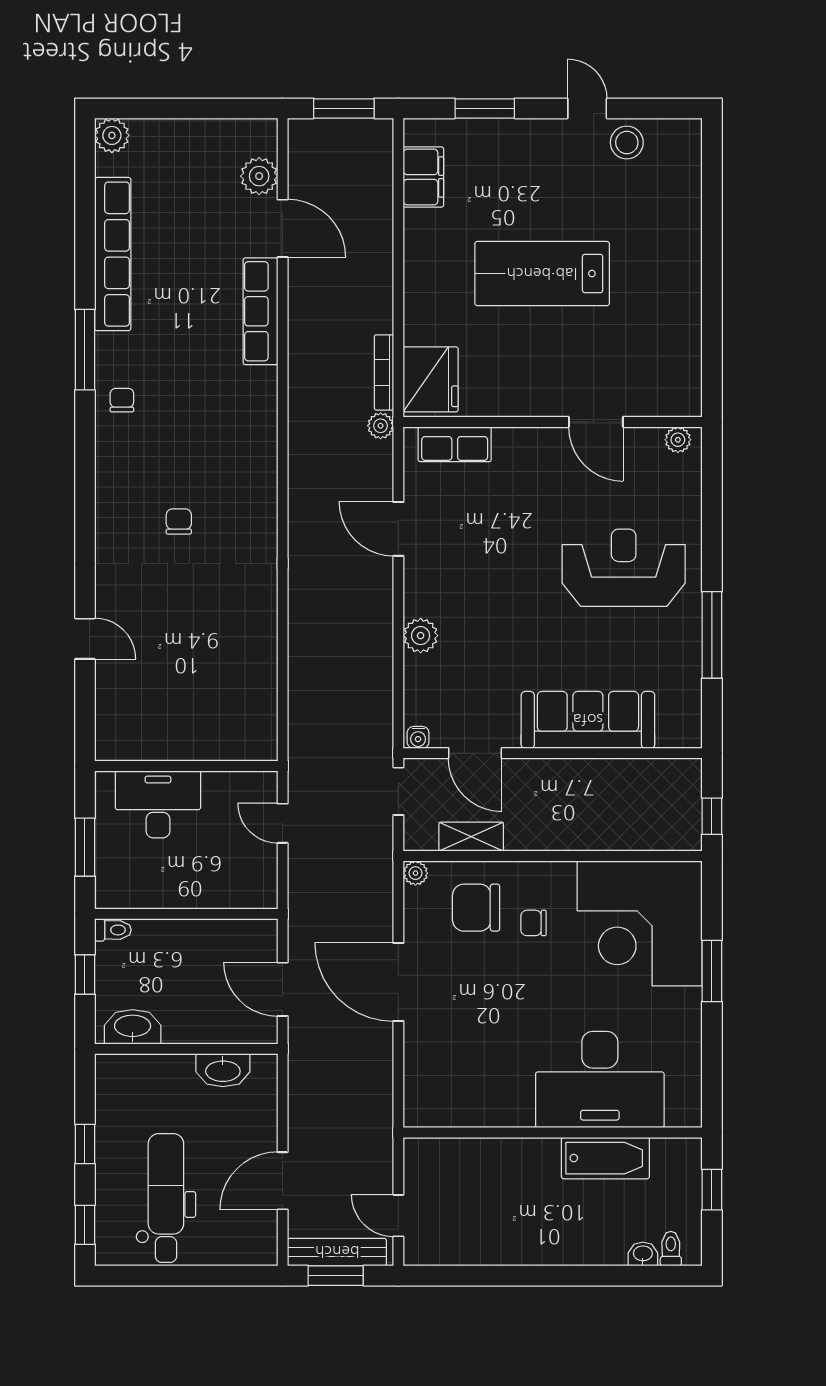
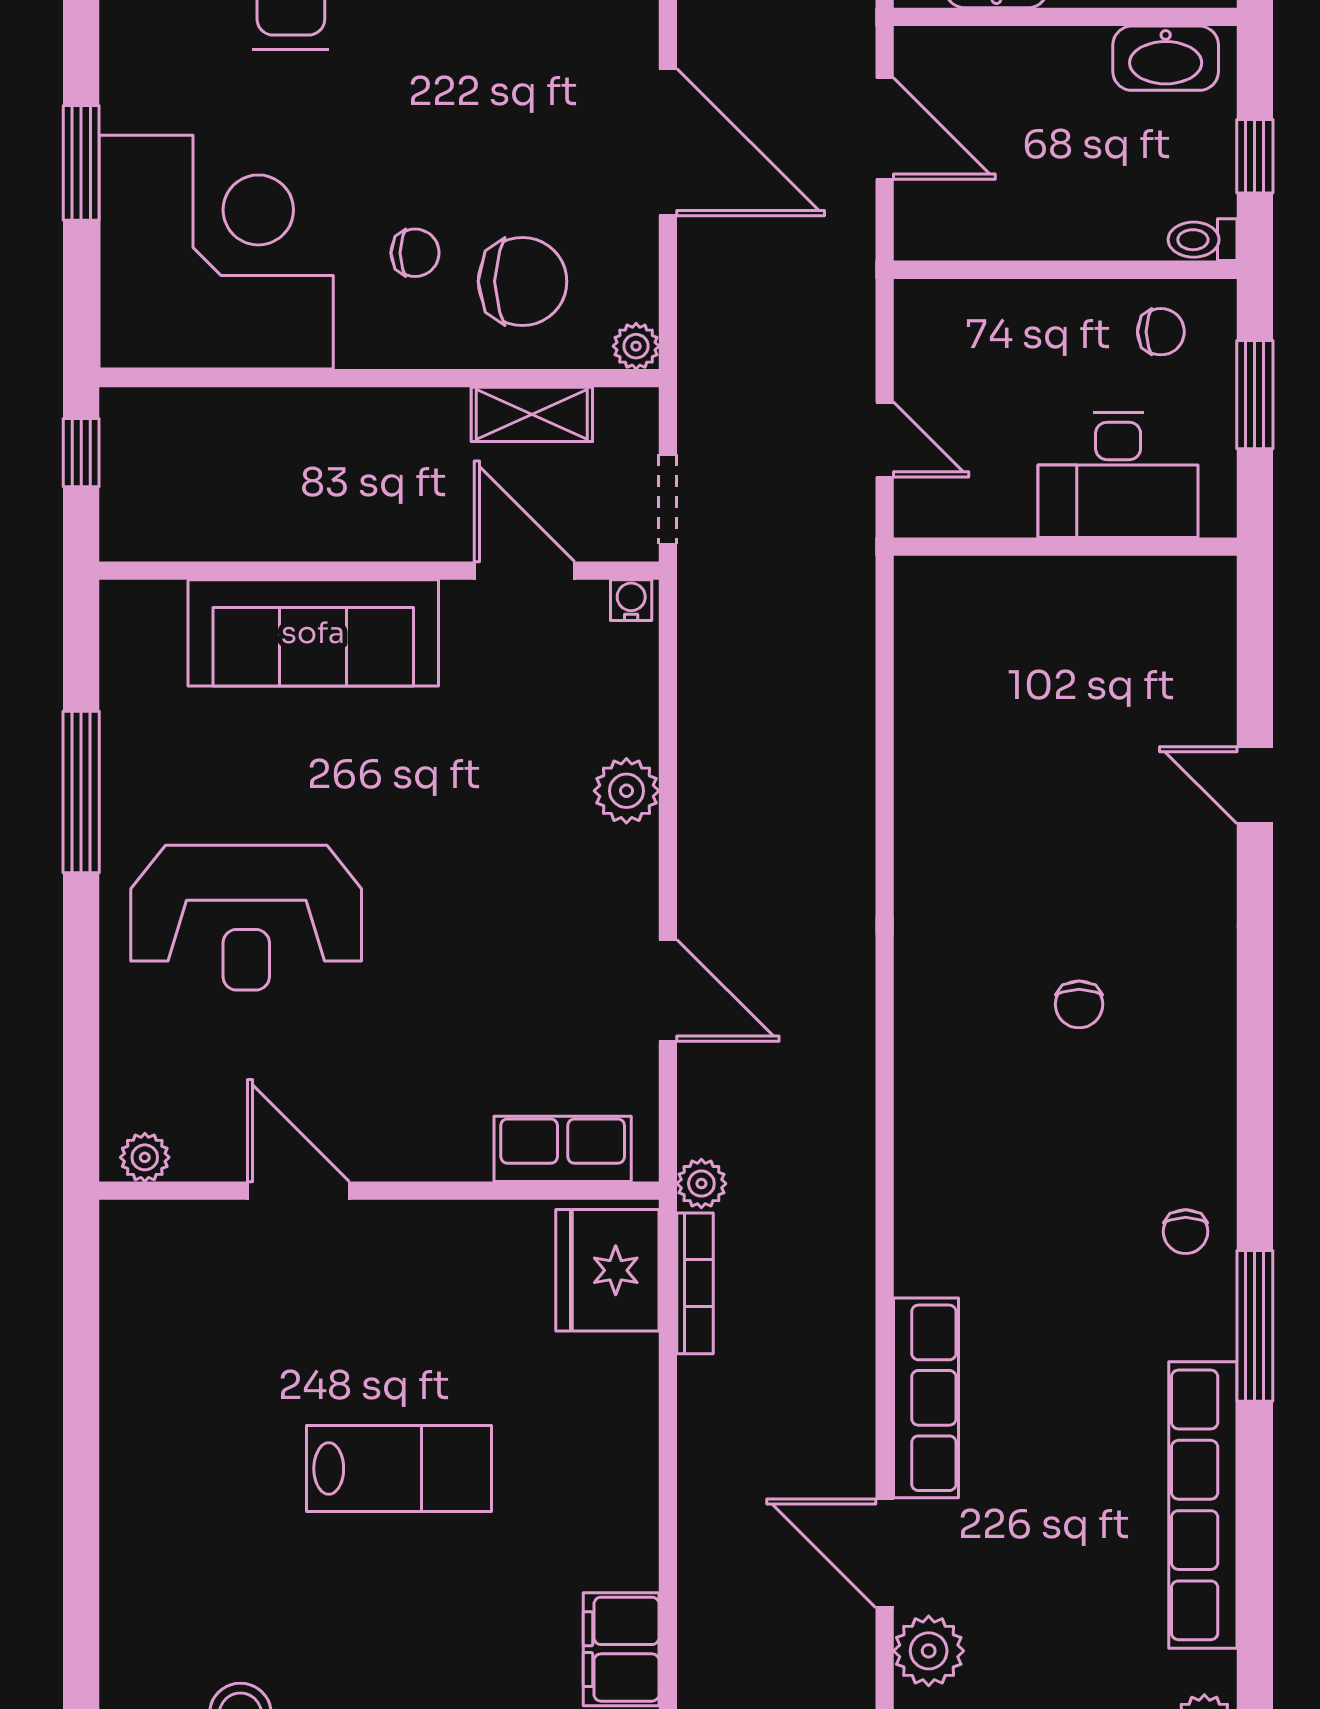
lab bench: (542, 274) -> (399, 1469), width x0.73, depth x0.72
chair: (135, 881) -> (1161, 332), added

